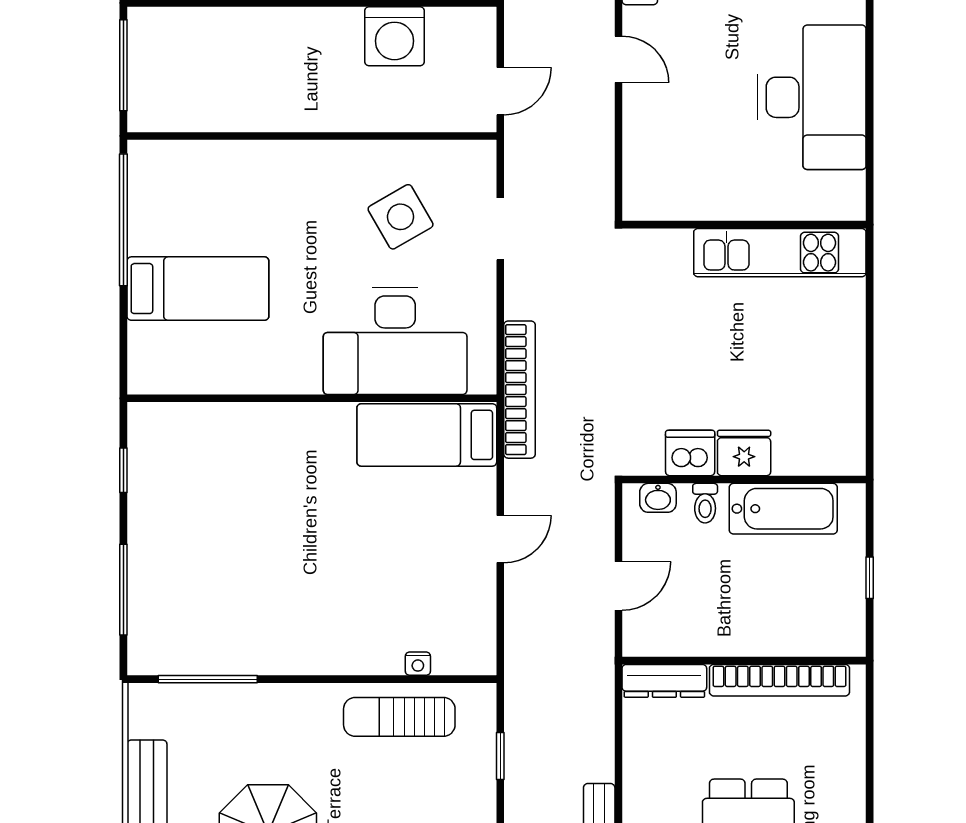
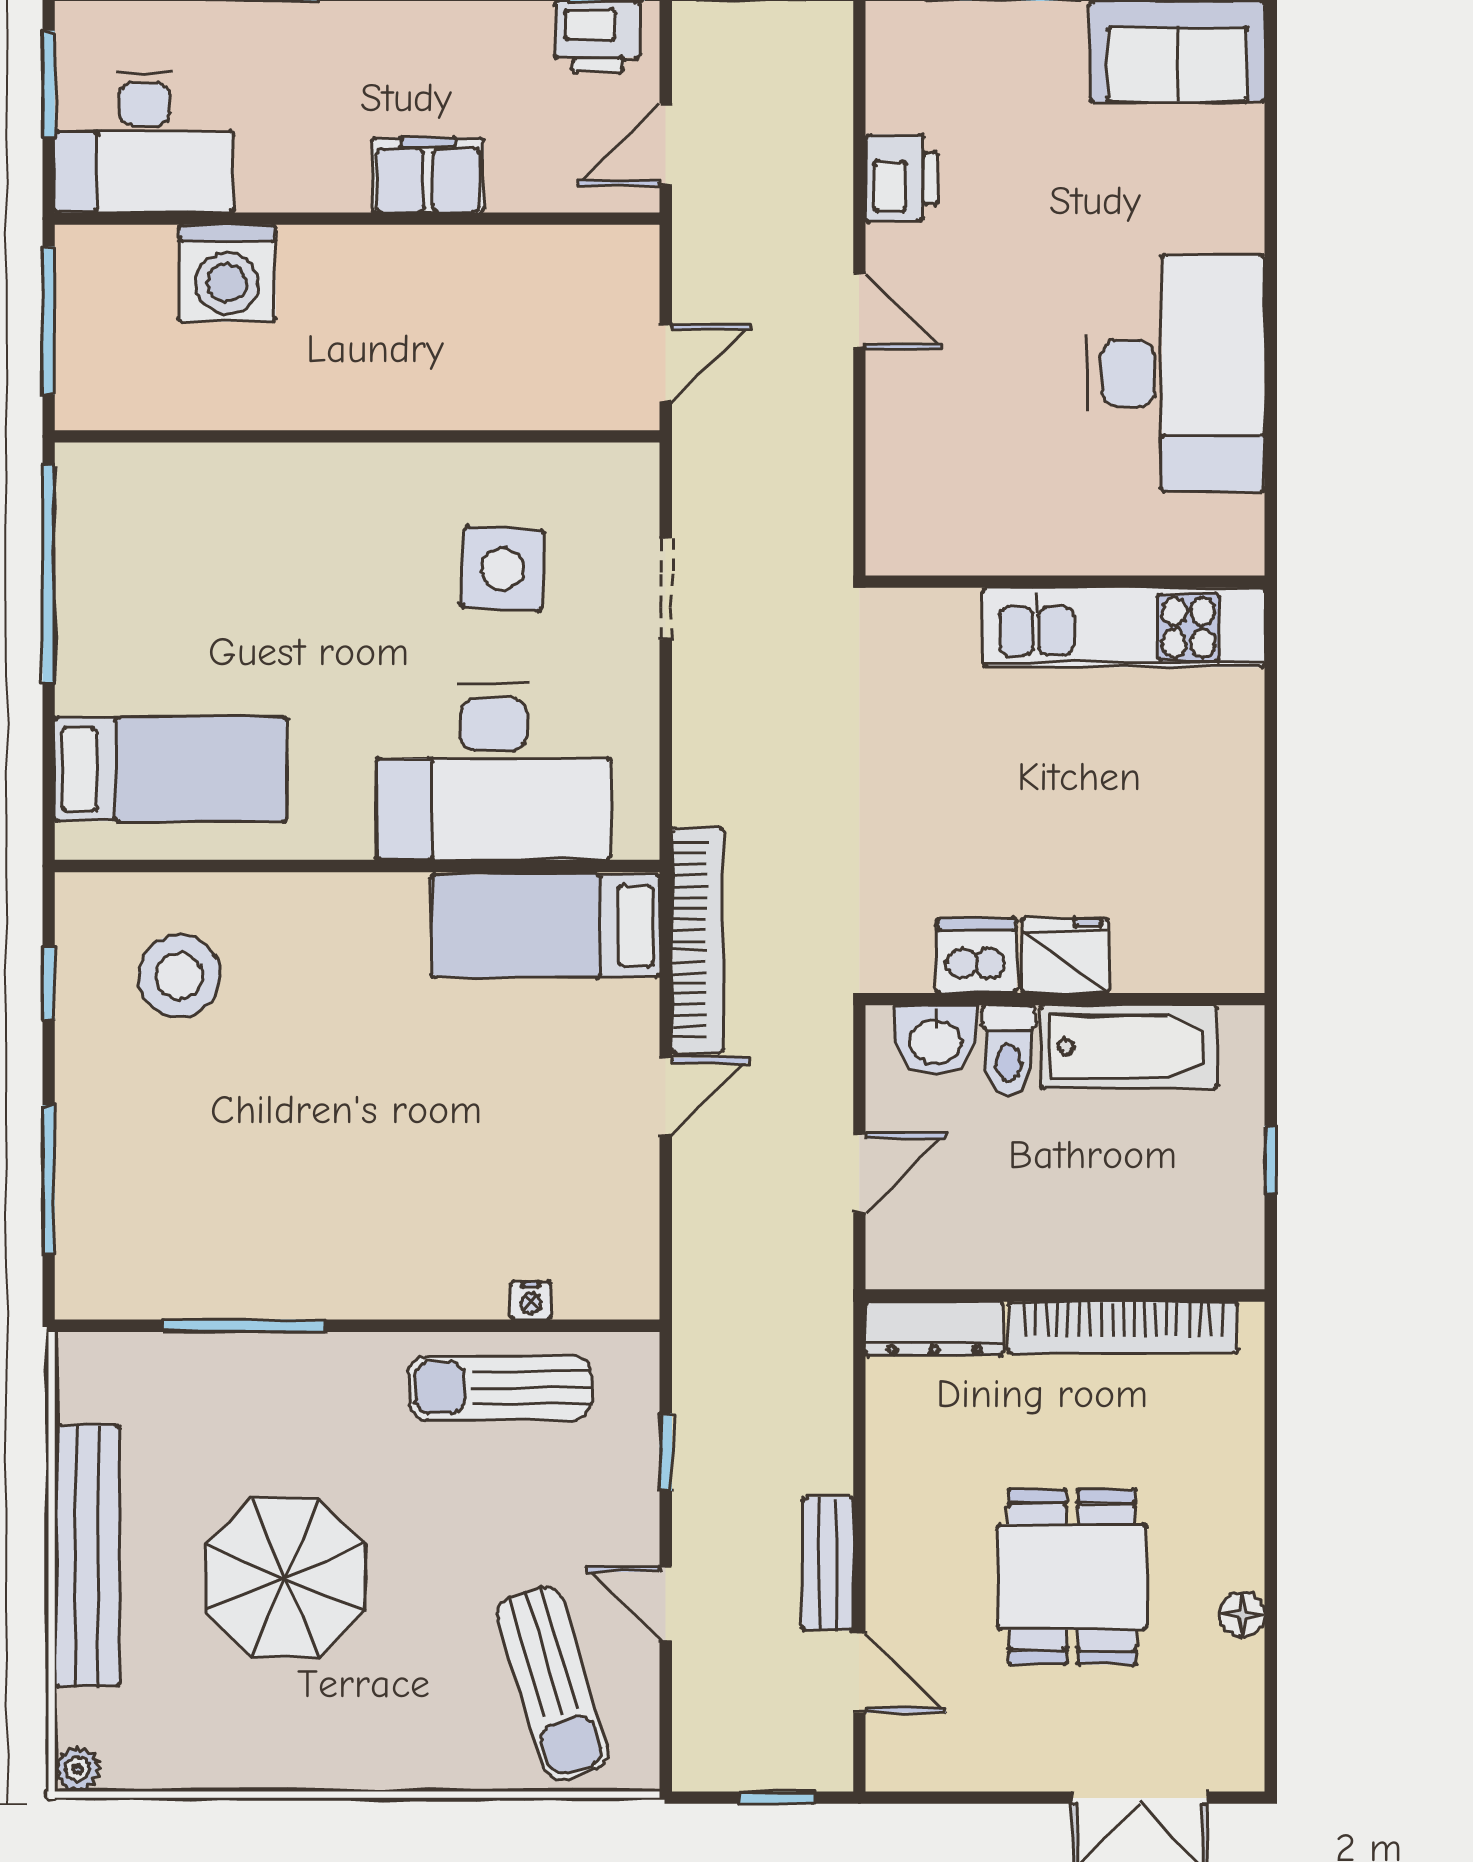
washing machine: (395, 36) -> (227, 273), moved
side table: (401, 217) -> (503, 569), turned 33
bed: (198, 289) -> (171, 769), moved
bookcase: (520, 390) -> (697, 940), moved
stool: (203, 465) -> (179, 976), added
washbasin: (658, 498) -> (935, 1040), width x1.38, depth x1.45
toilet: (705, 503) -> (1009, 1050), width x1.37, depth x1.39
window: (208, 679) -> (245, 1326), moved

